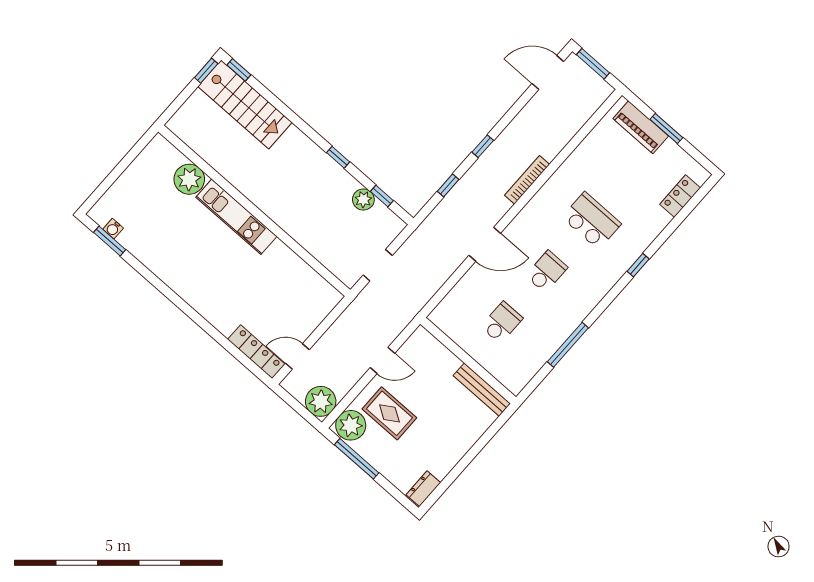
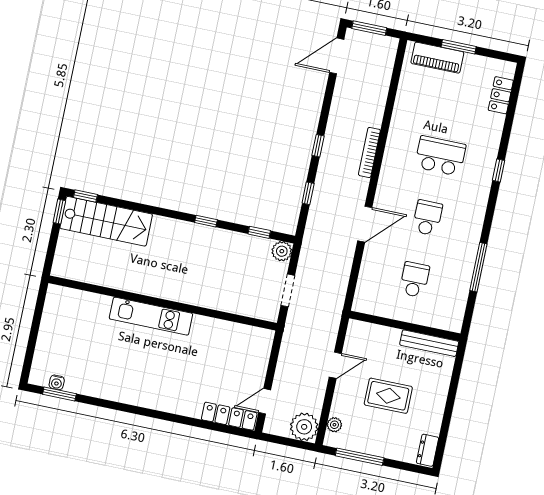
plant: (189, 179) -> (96, 307), removed
plant: (363, 199) -> (282, 251), moved
rug: (389, 413) -> (388, 396), moved
plant: (351, 425) -> (334, 425), width x0.53, depth x0.53

